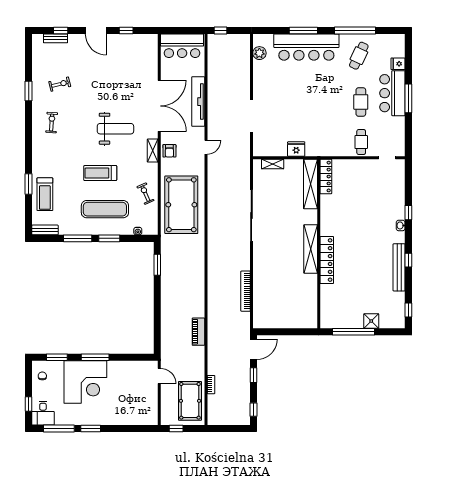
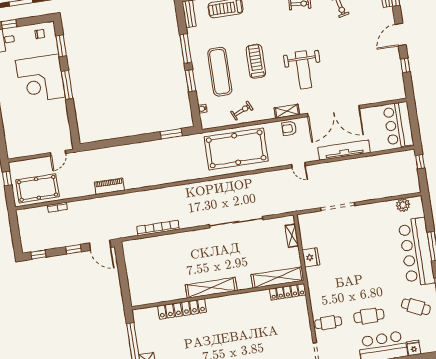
locker: (327, 260) -> (182, 309), moved

